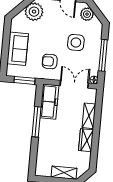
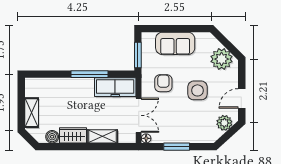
side table: (76, 42) -> (197, 90), moved
window: (103, 55) -> (177, 147), width x0.69
boiler: (86, 157) -> (52, 137), added

